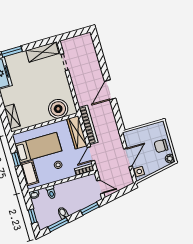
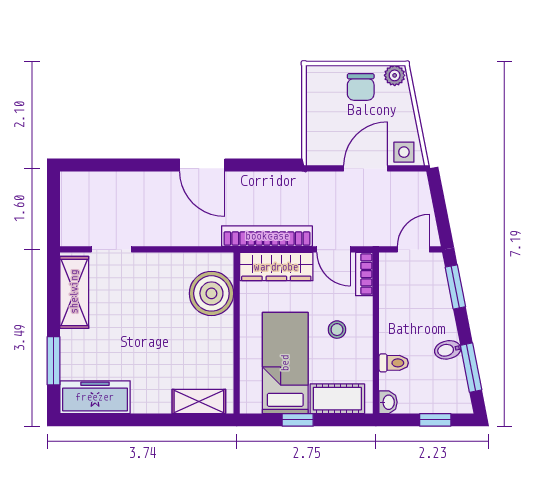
door: (128, 158) -> (365, 168), hinge flipped

